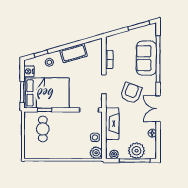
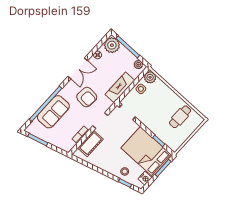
cot: (74, 53) -> (90, 144), moved, turned -74
armchair: (131, 93) -> (87, 97), turned -105
cafe table: (43, 129) -> (180, 117), moved
plant: (137, 151) -> (112, 45), moved

